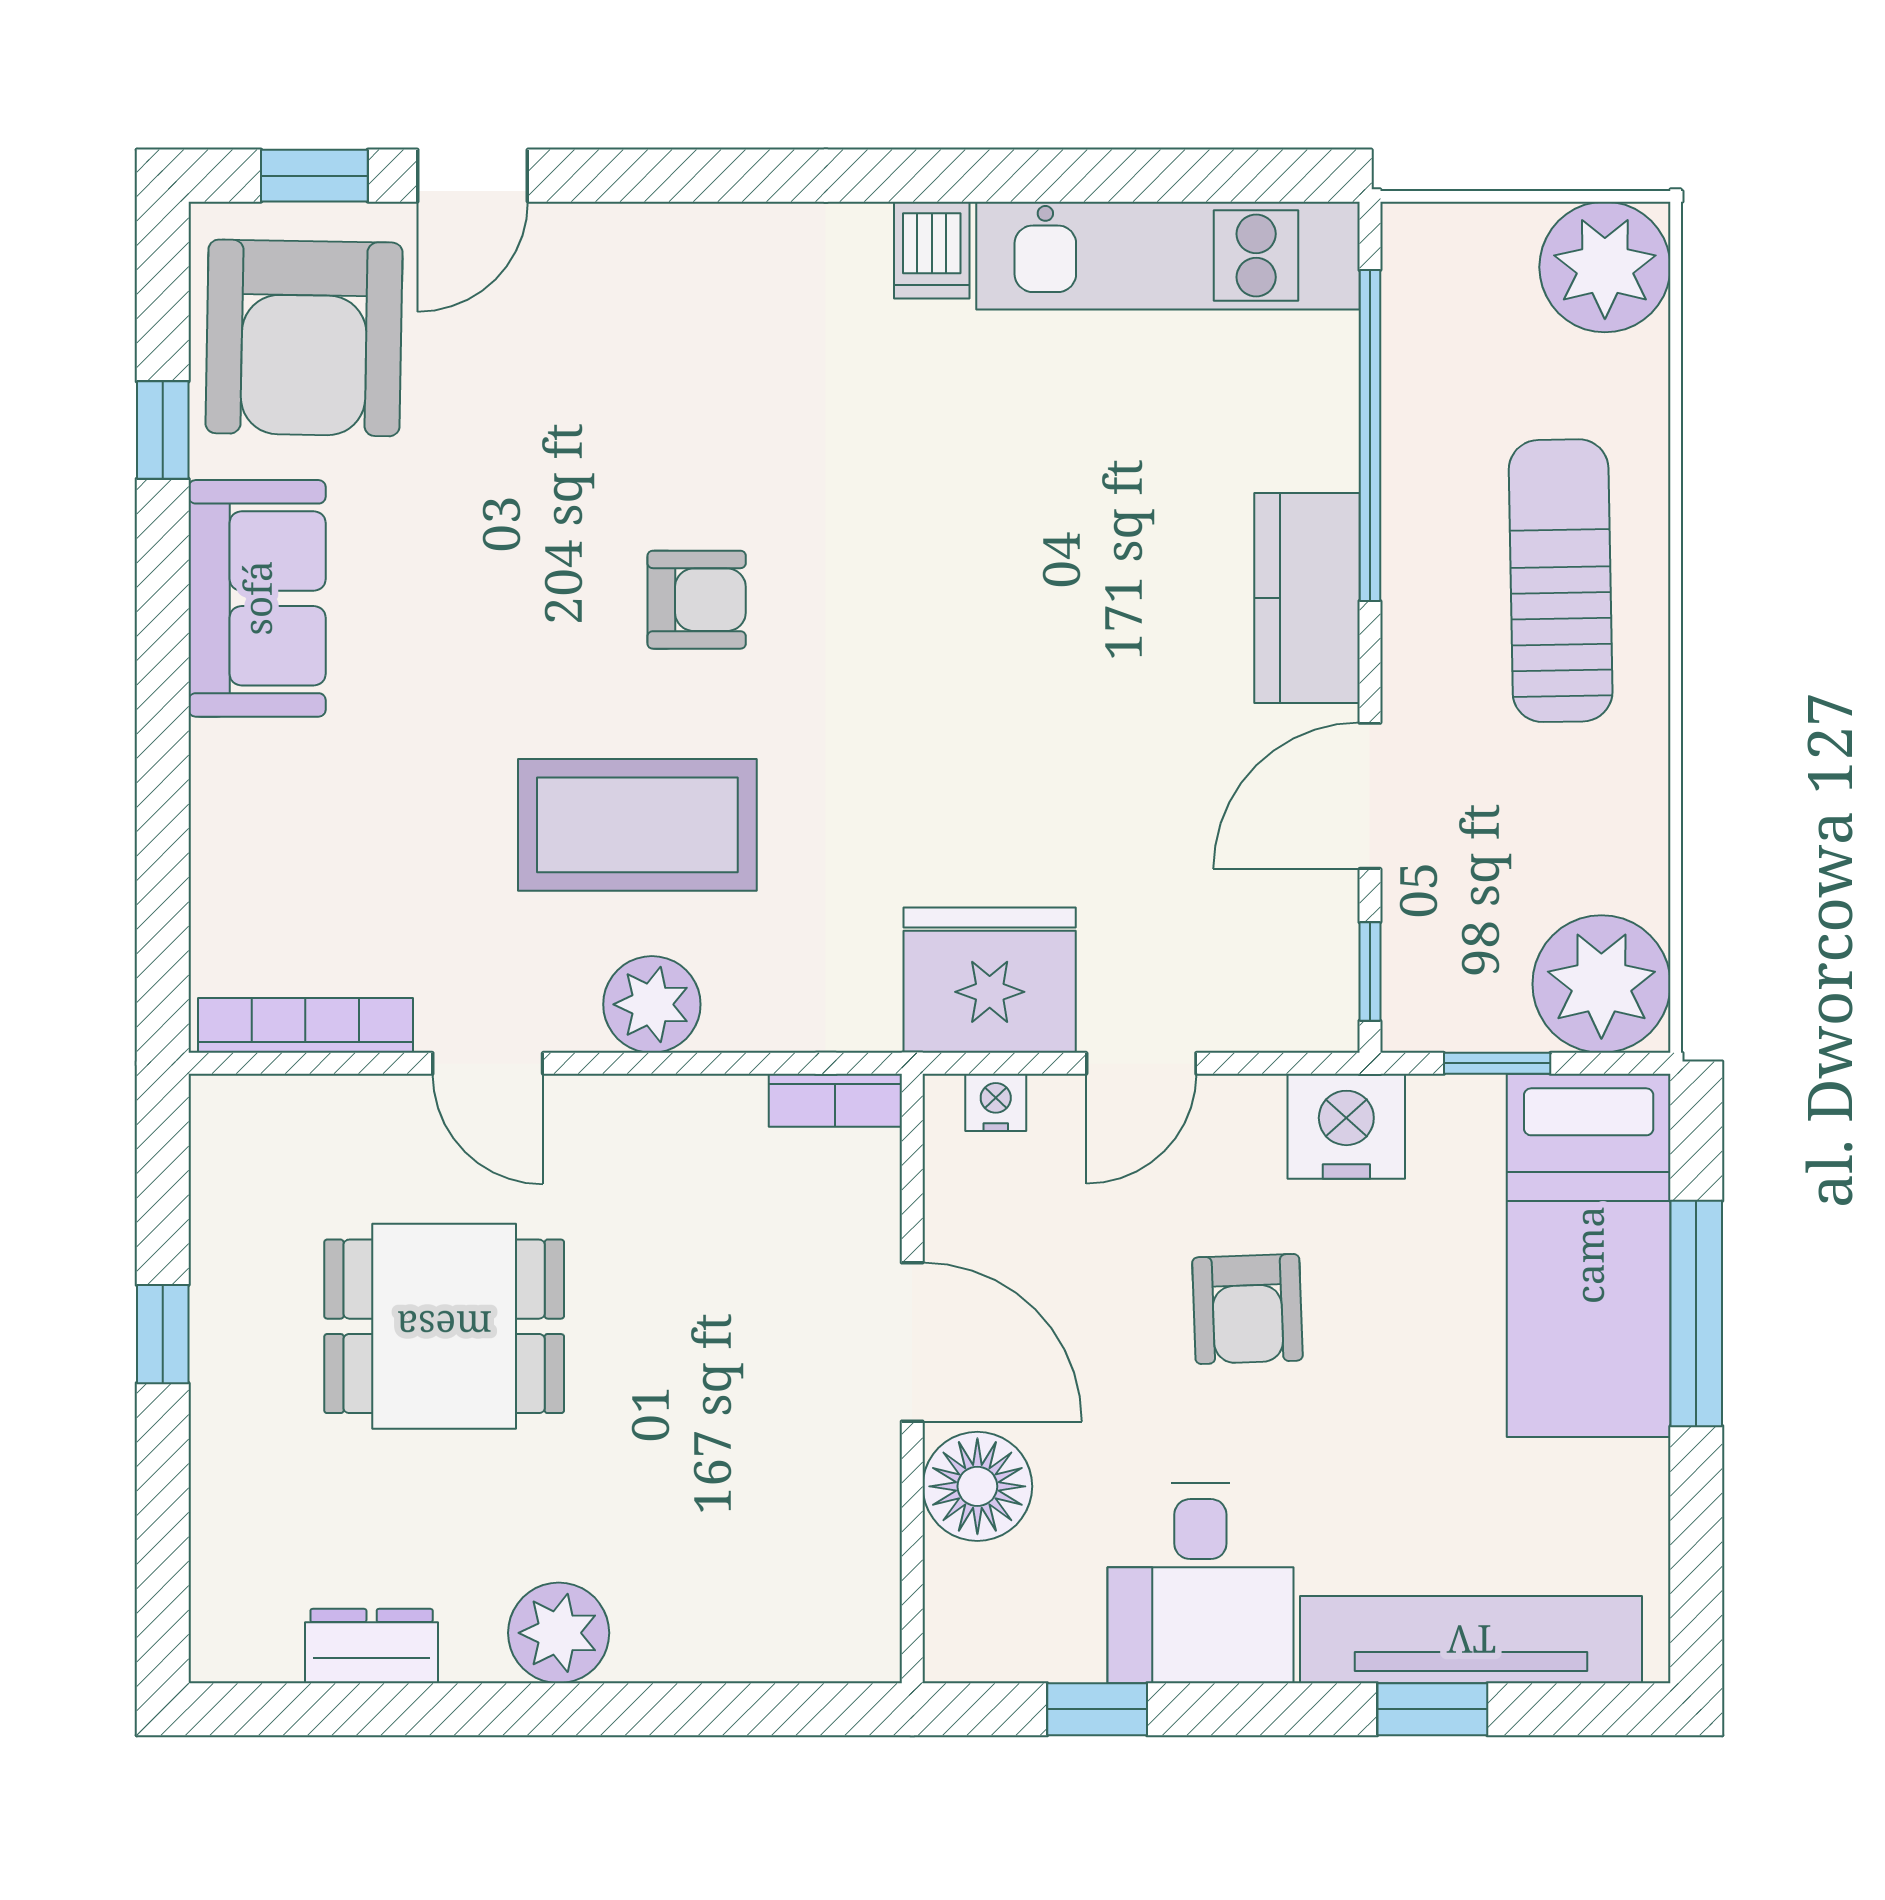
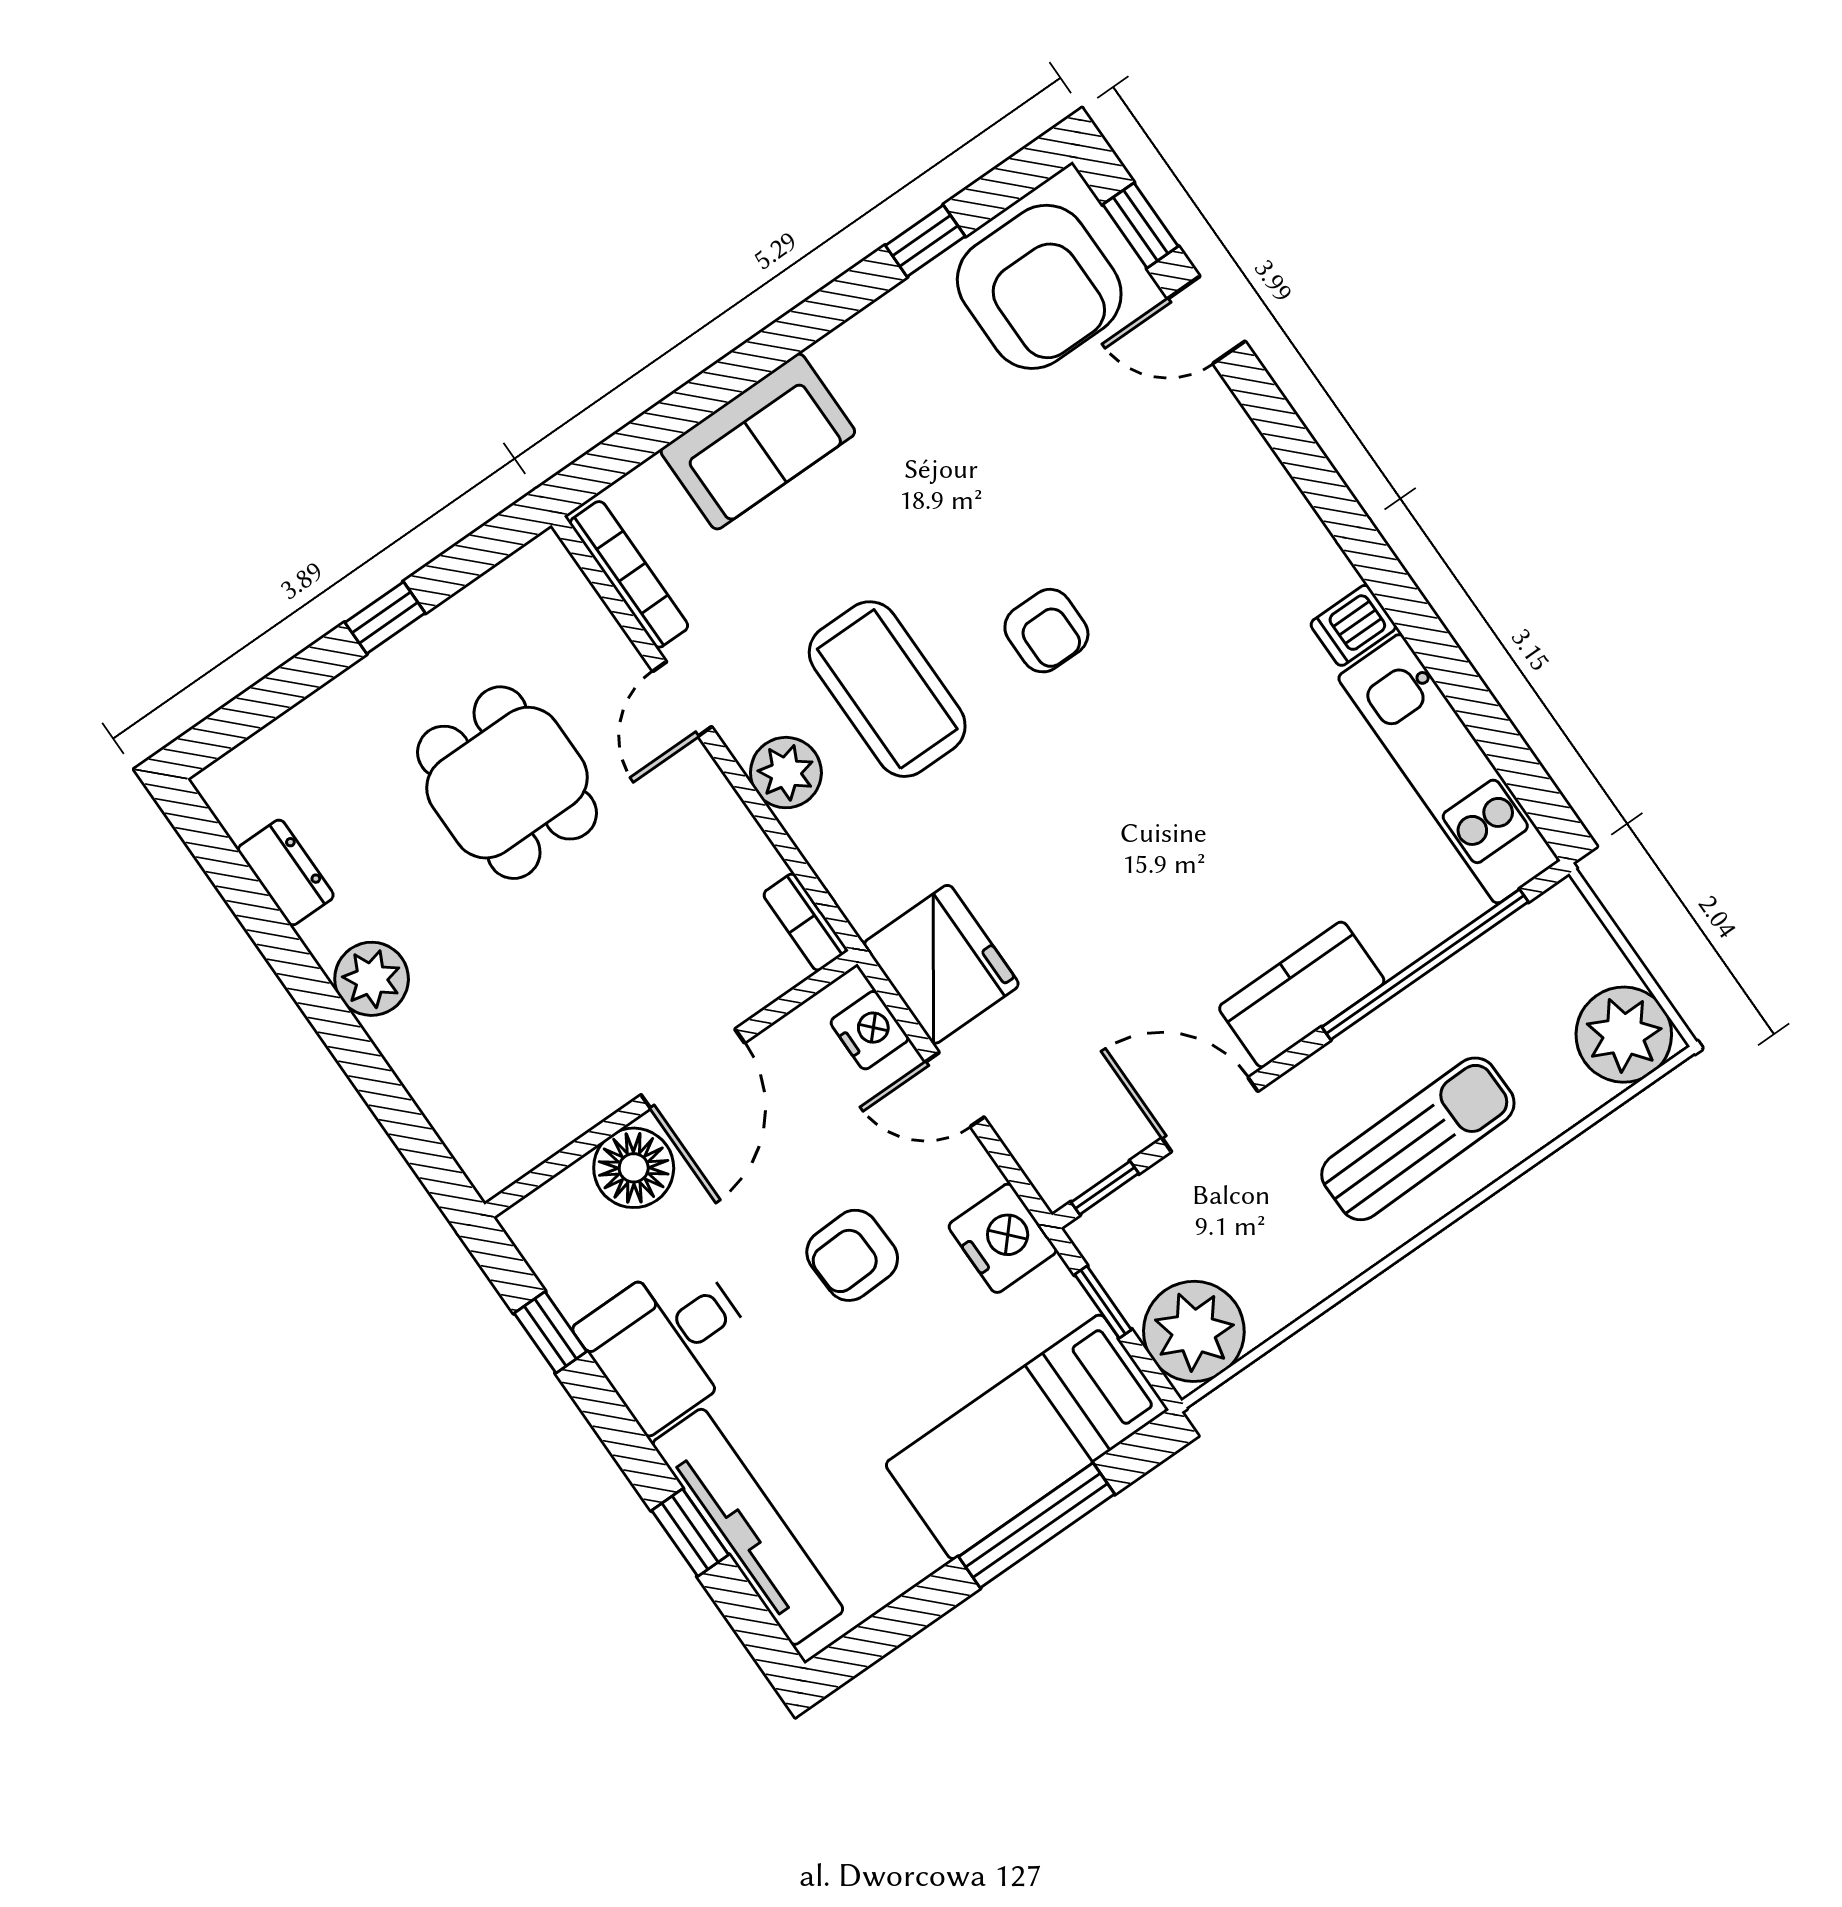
armchair: (304, 338) -> (1039, 287), turned -91
sofa: (257, 598) -> (758, 441), moved
nightstand: (996, 1102) -> (870, 1030), width x1.39, depth x1.35

